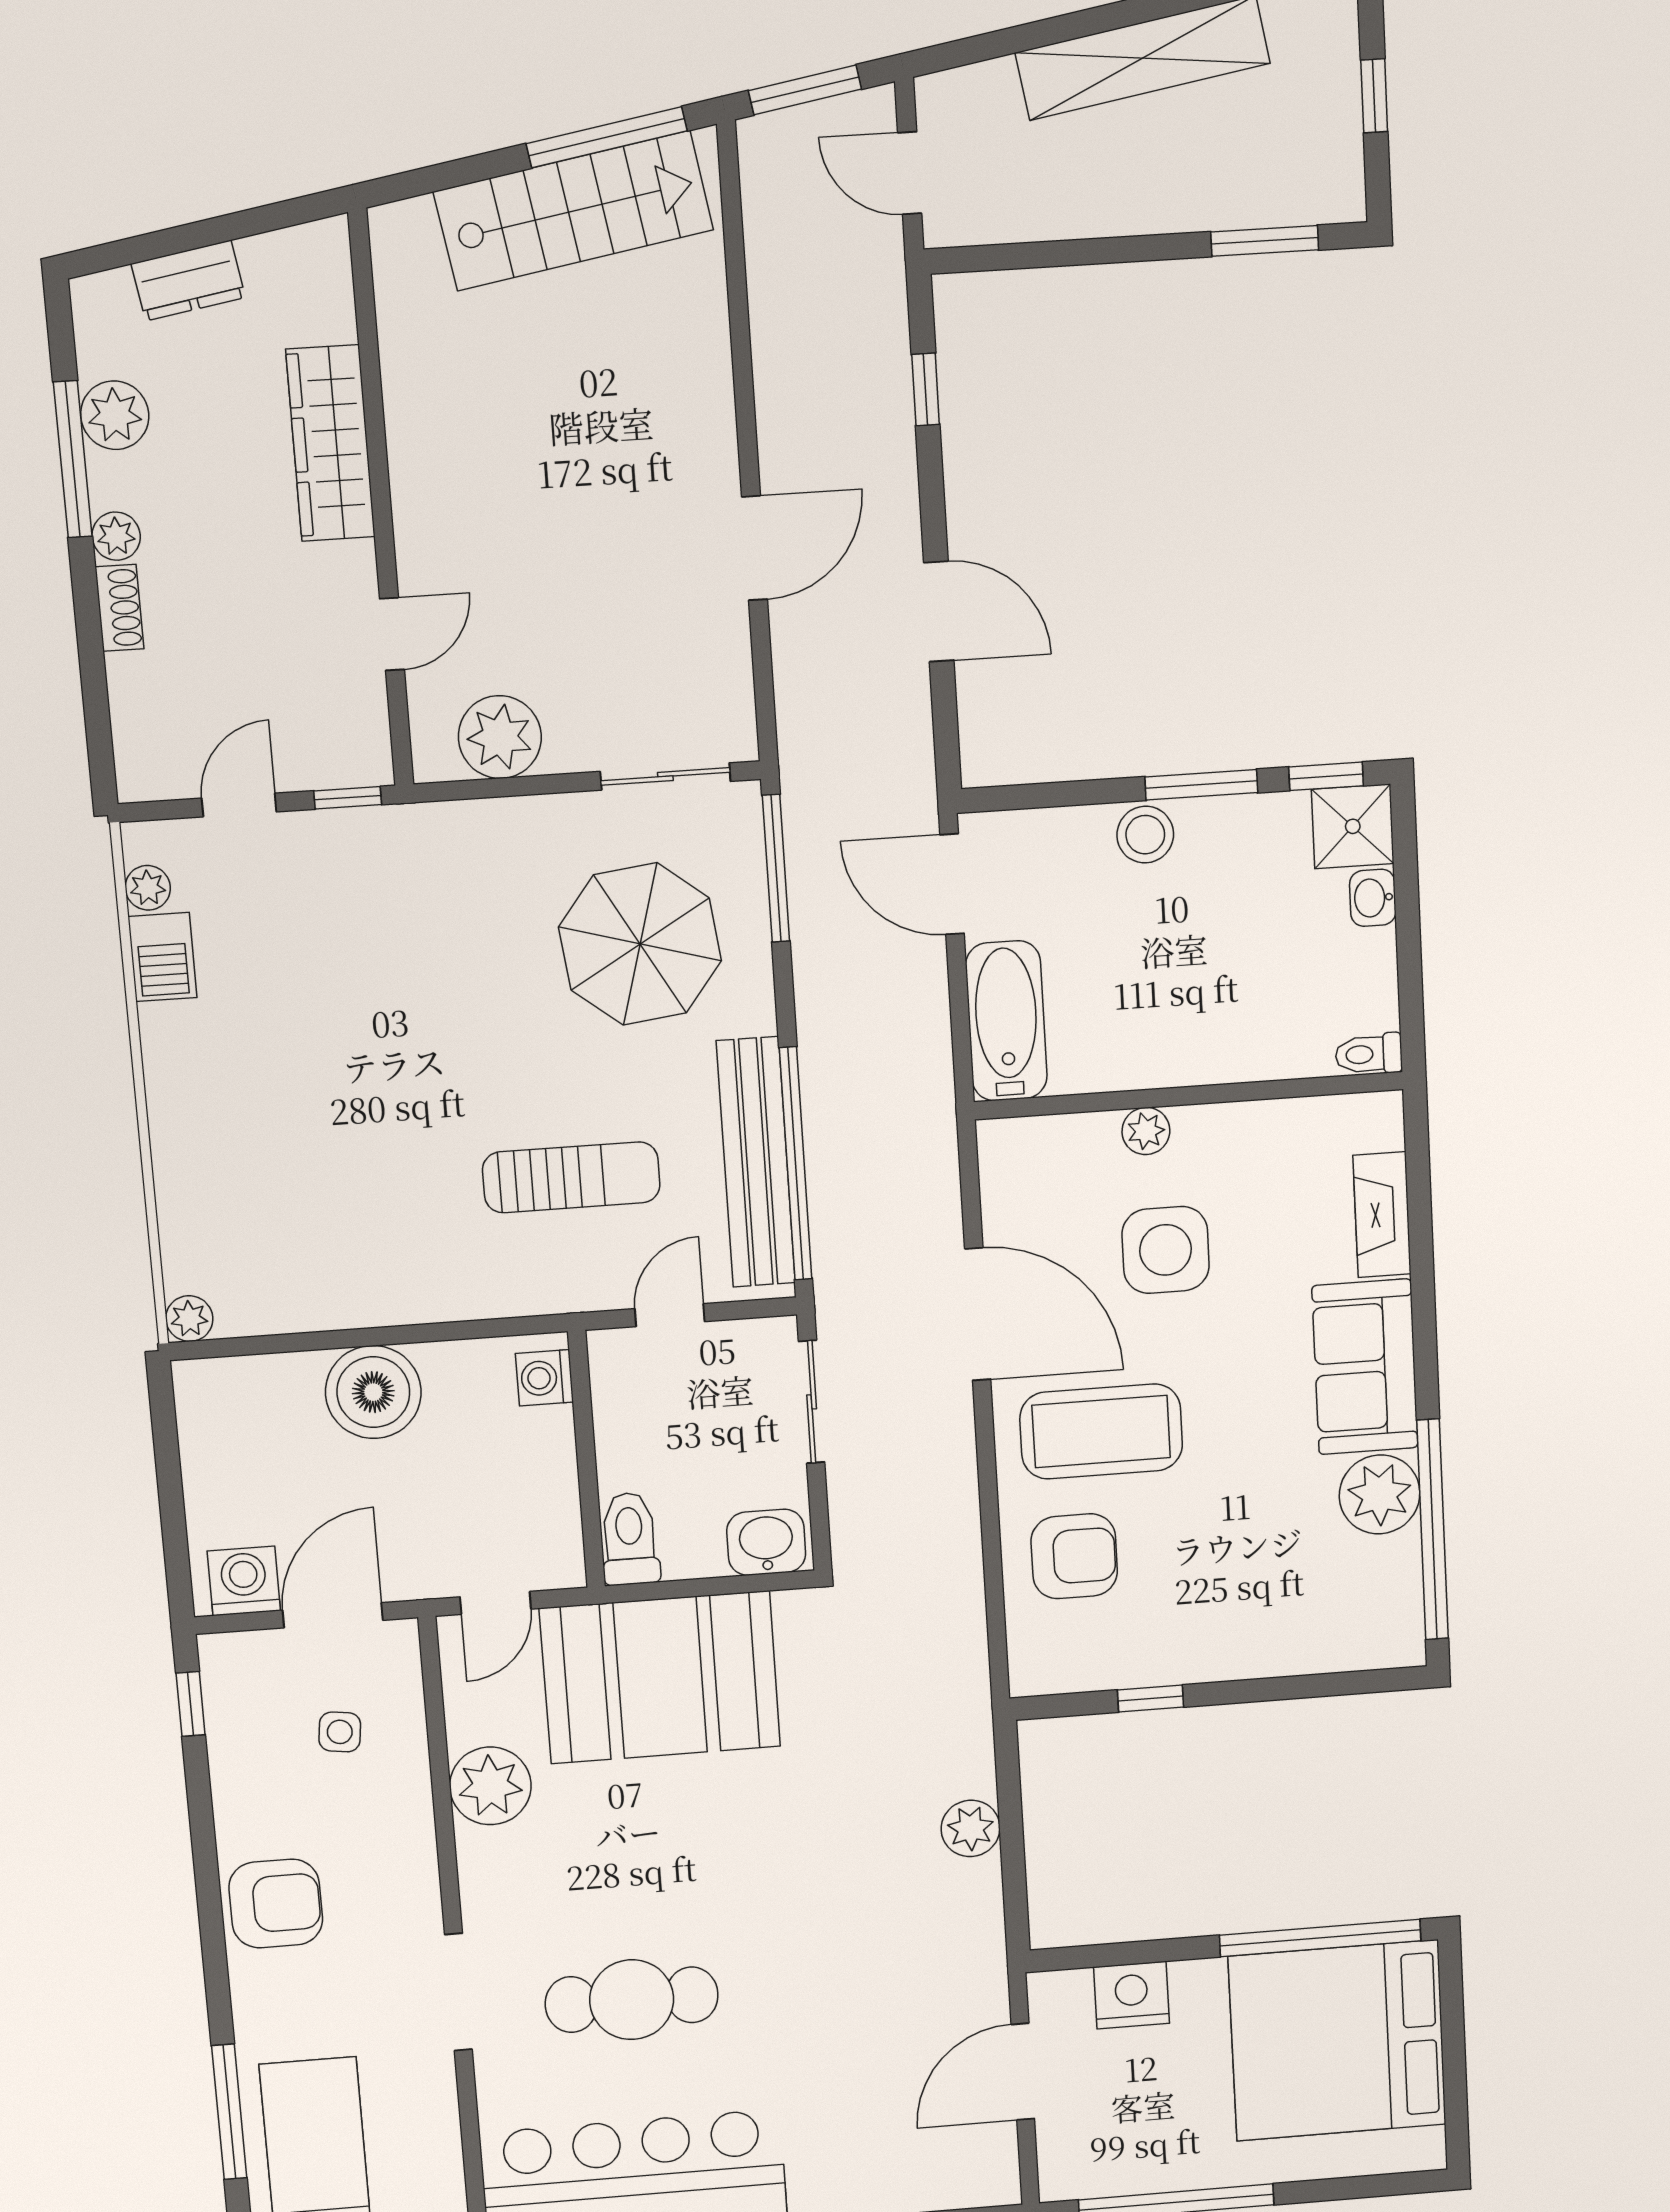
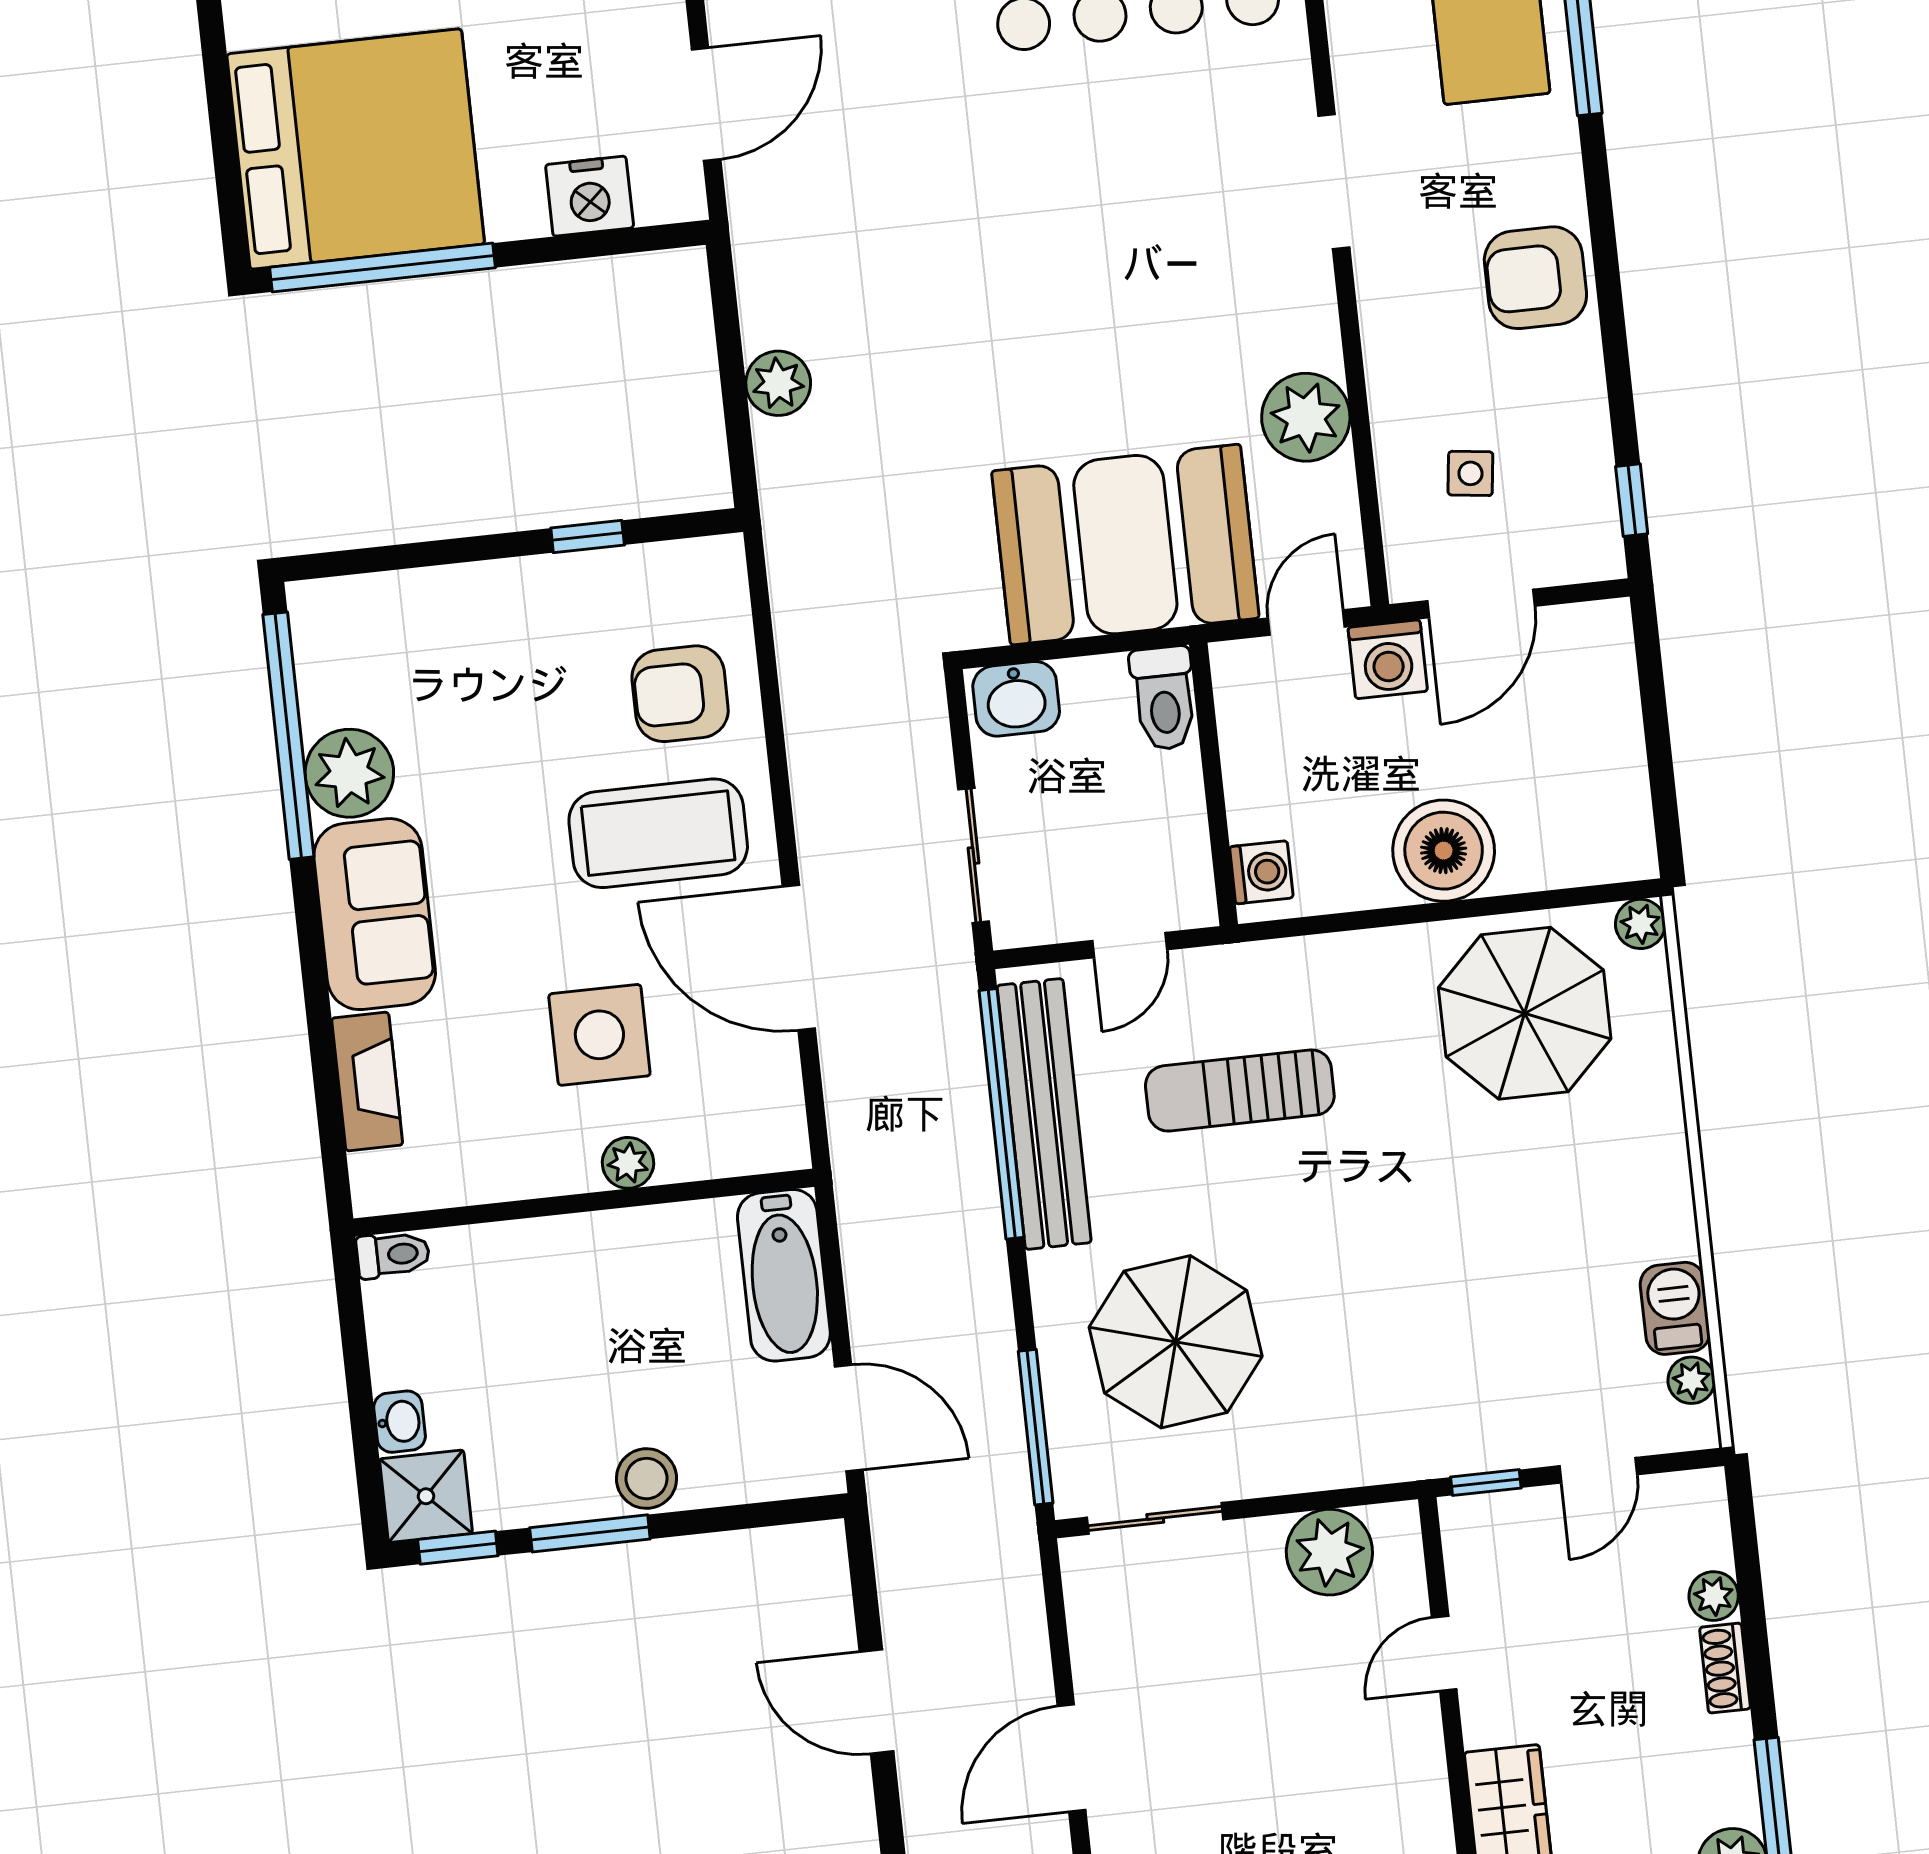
plant: (116, 536) -> (1714, 1596), moved
parasol: (300, 1240) -> (1525, 1013), added
washing machine: (244, 1581) -> (1388, 659), moved
cafe table: (632, 2000) -> (1143, 177), removed

